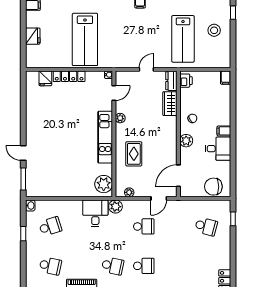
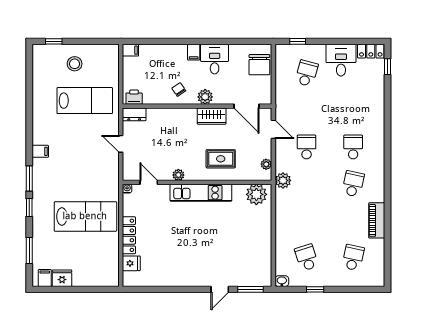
fridge: (33, 36) -> (62, 278), moved
wardrobe: (170, 104) -> (212, 116), moved
desk: (95, 213) -> (341, 60), moved, turned 90

